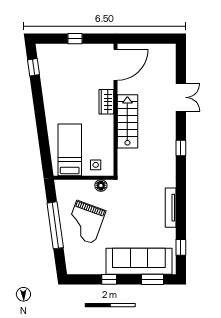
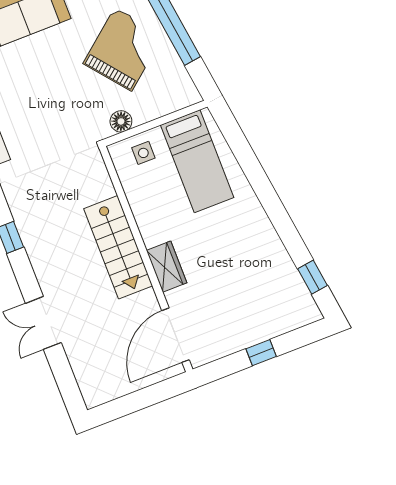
grand piano: (85, 222) -> (123, 49), turned 31

